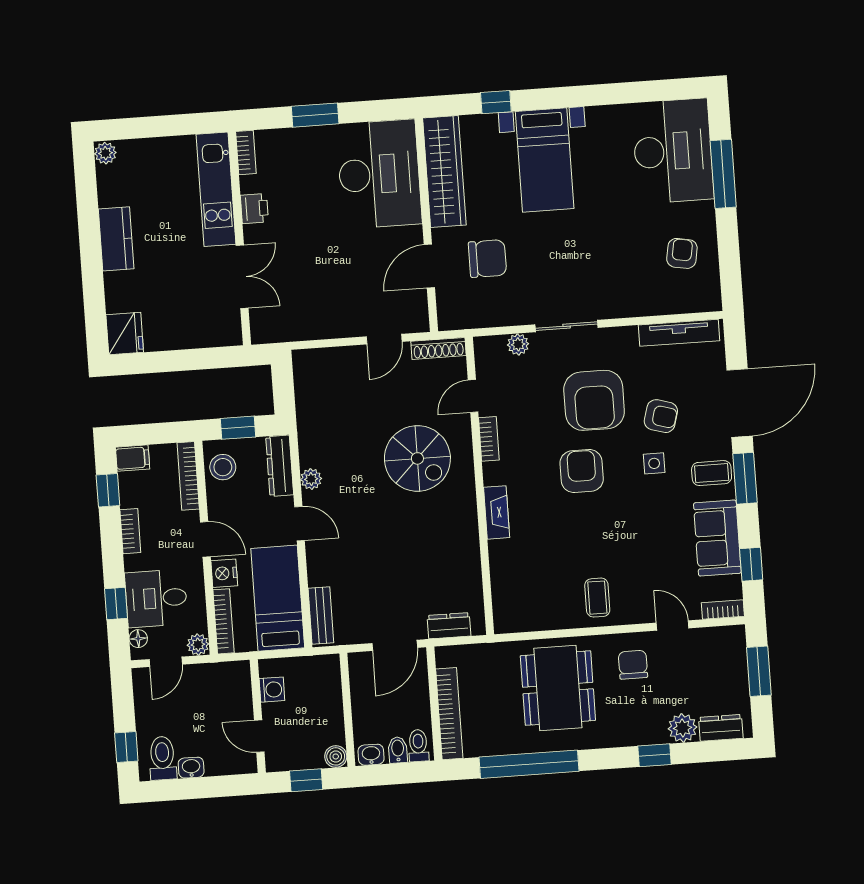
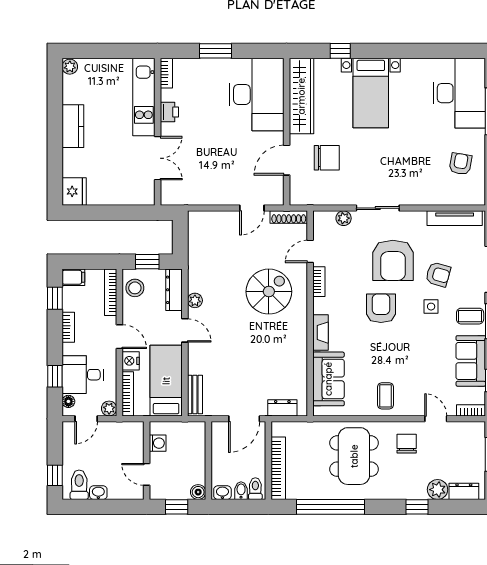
spiral stairs: (417, 458) -> (269, 292), turned -90
sofa: (513, 579) -> (328, 379), added

